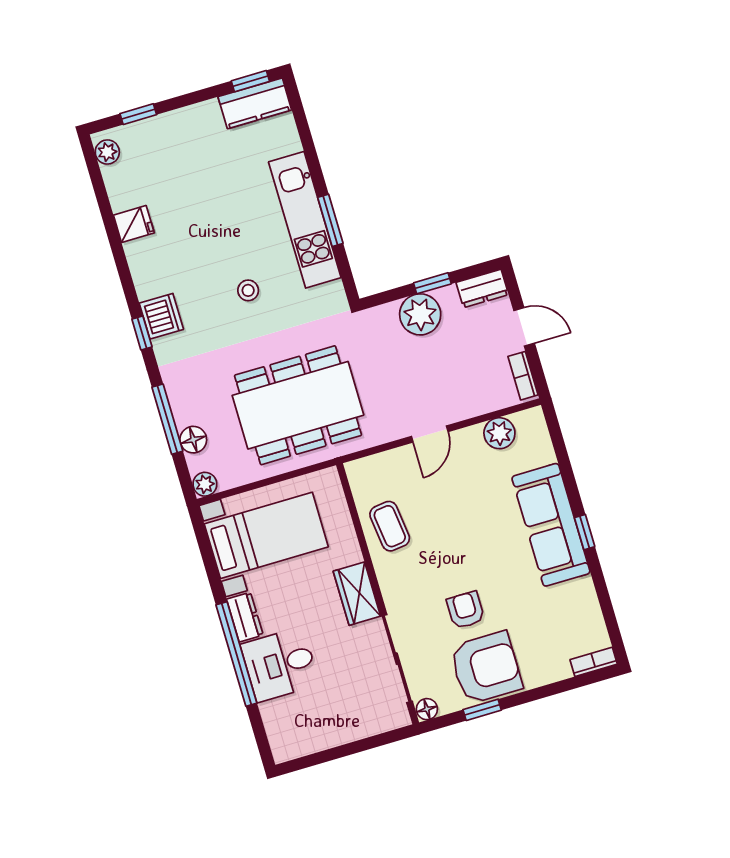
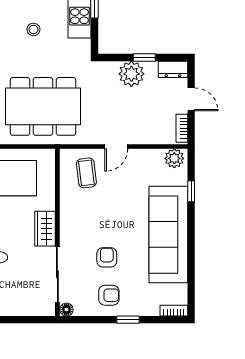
plant: (499, 433) -> (174, 158), moved
sofa: (551, 525) -> (168, 235), width x1.36, depth x1.27
coffee table: (390, 526) -> (86, 173), moved
window: (585, 532) -> (191, 191), moved
armchair: (486, 668) -> (109, 295), width x0.53, depth x0.53
window: (482, 710) -> (128, 320), moved

